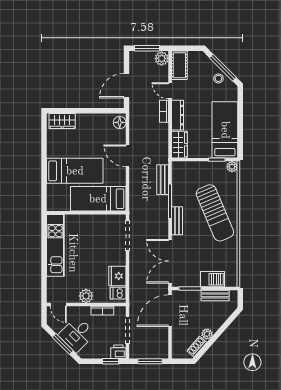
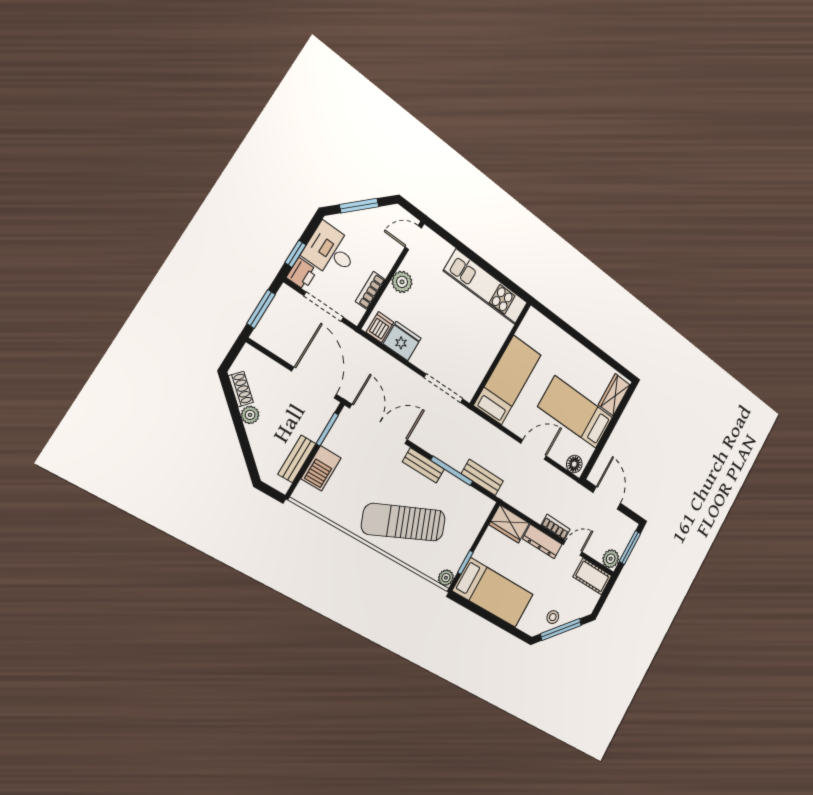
bed: (75, 171) -> (576, 412), moved, turned 90
desk: (77, 334) -> (330, 251), moved, turned -45

